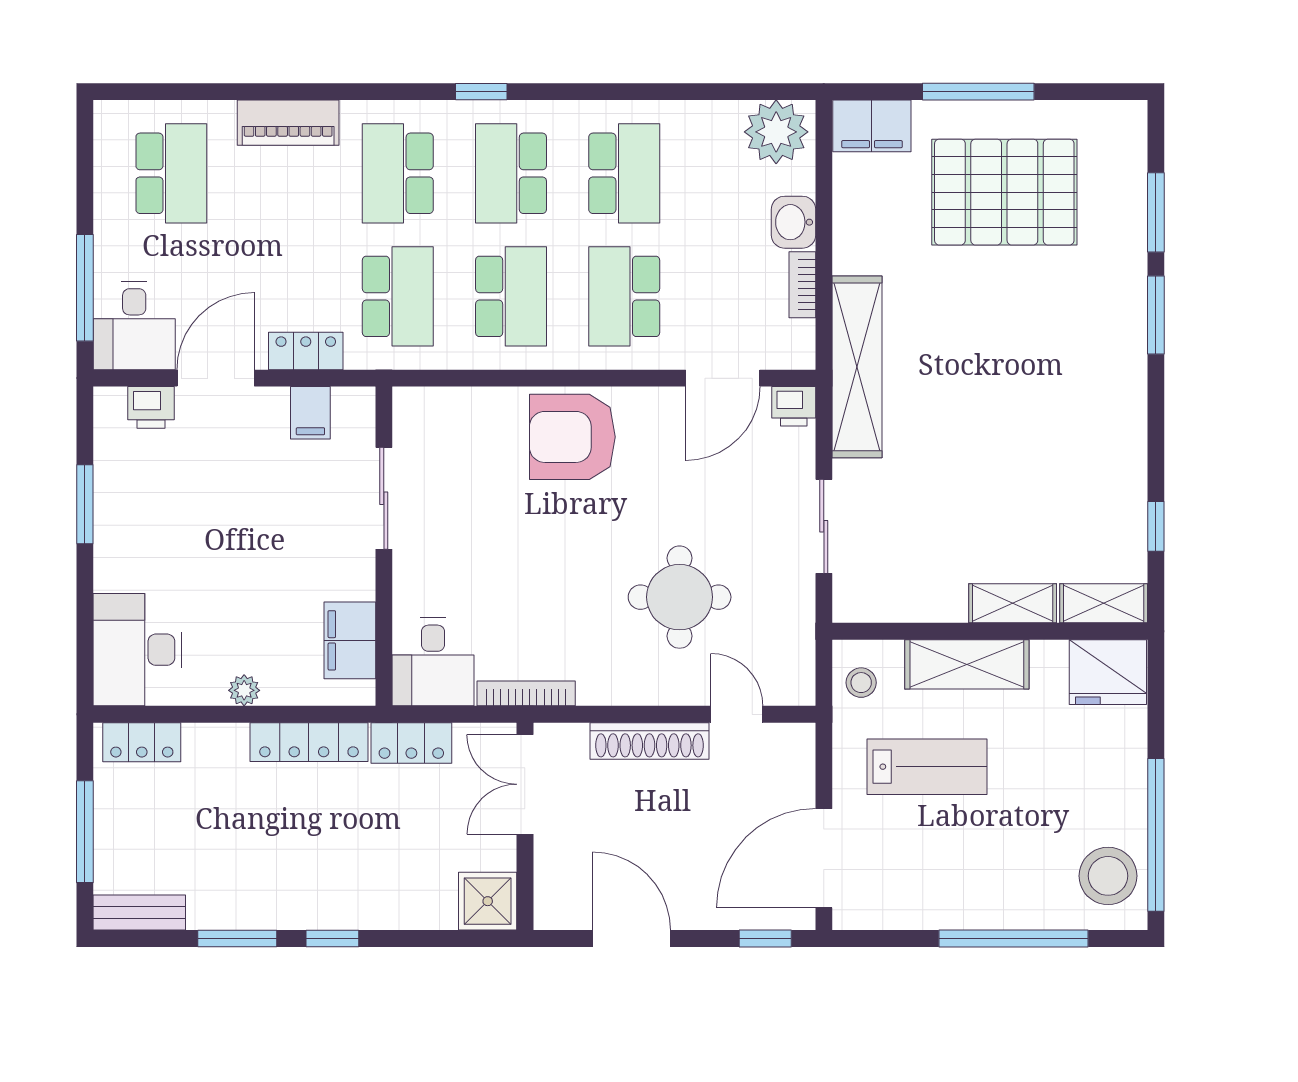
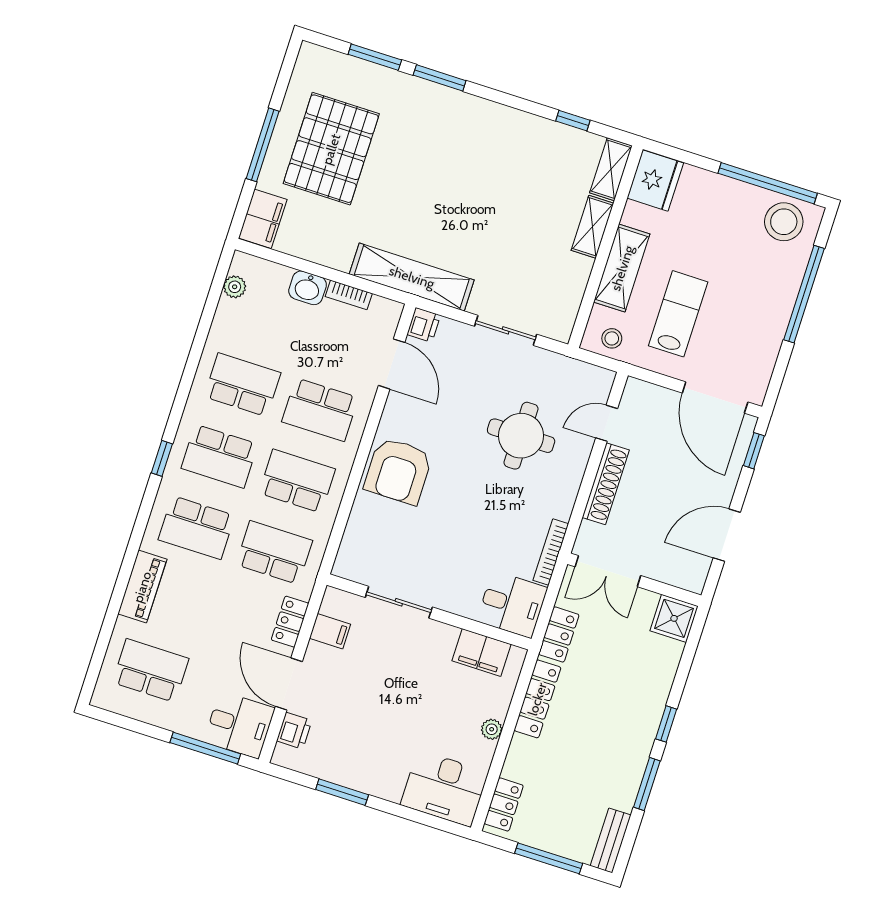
plant: (776, 132) -> (235, 287), width x0.53, depth x0.53

